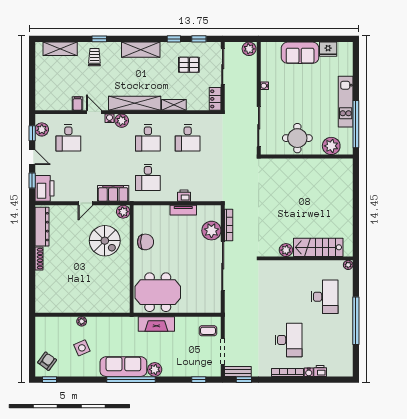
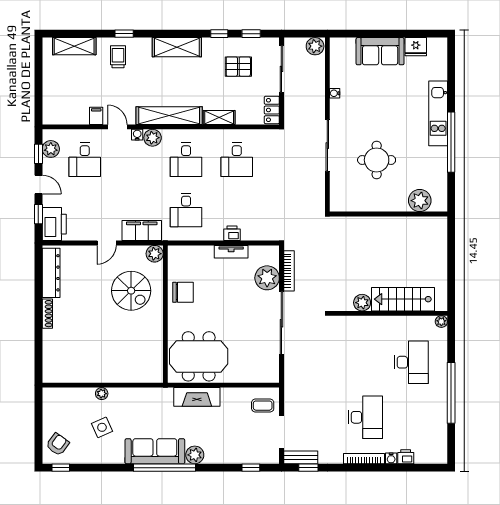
plant: (331, 146) -> (420, 201), moved
wall: (307, 156) -> (388, 214), moved

